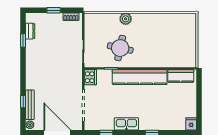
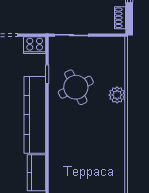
round table: (120, 48) -> (76, 87), turned -38

